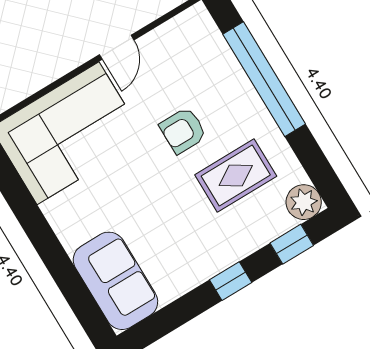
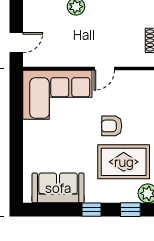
rug: (236, 175) -> (124, 162), width x1.36, depth x1.43
sofa: (115, 281) -> (58, 188), moved, turned -90

